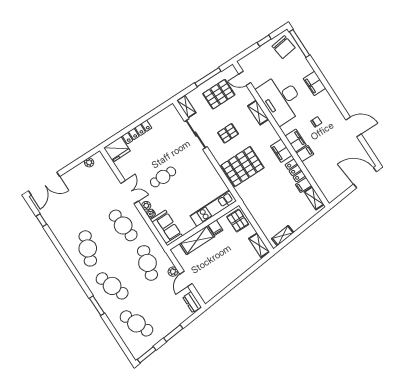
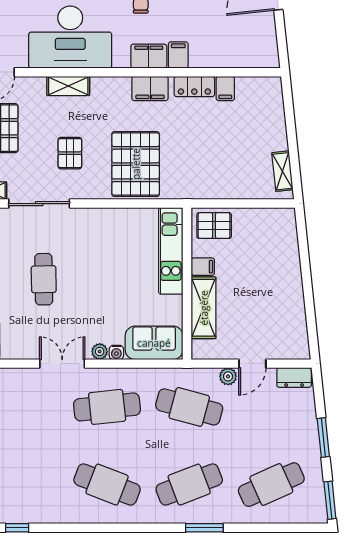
cafe table: (163, 177) -> (44, 279), moved
shelving: (314, 198) -> (256, 85), removed
shelving: (259, 245) -> (274, 217), removed
door: (186, 279) -> (252, 364), hinge flipped

